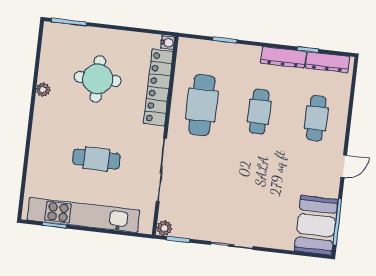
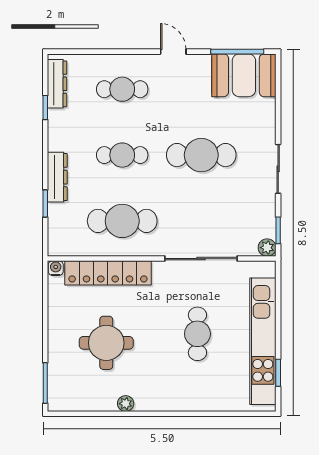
dresser: (283, 57) -> (57, 177), moved
cafe table: (251, 180) -> (201, 155), added

